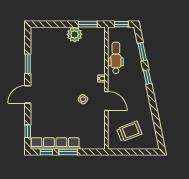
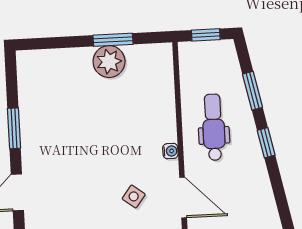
window: (88, 24) -> (113, 40), moved
dental chair: (116, 58) -> (214, 127), moved

